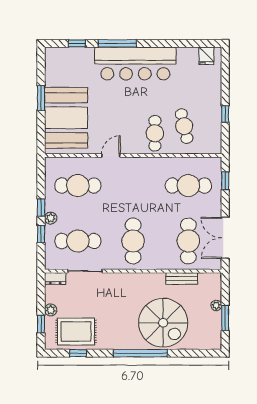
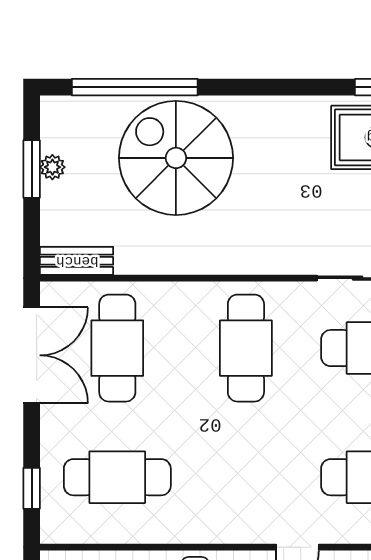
bench: (182, 279) -> (77, 261), moved
plant: (216, 305) -> (52, 167), moved
window: (140, 353) -> (135, 87), moved

